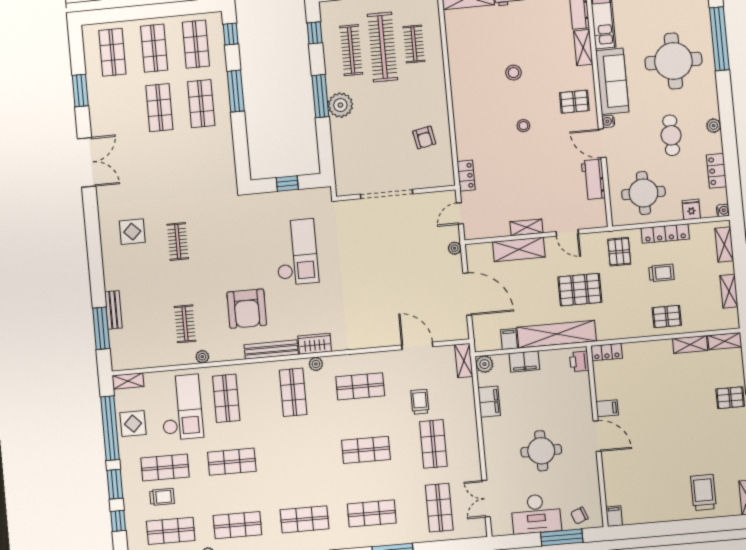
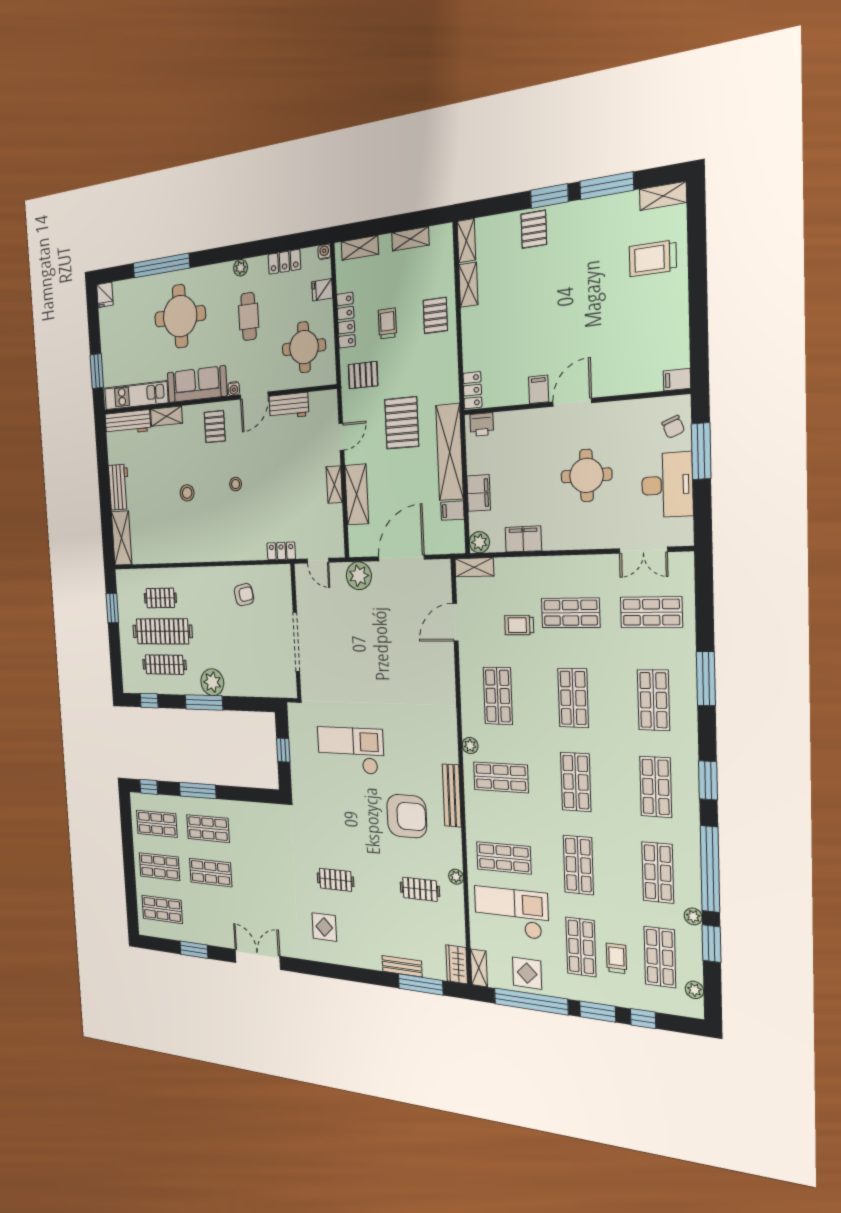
cafe table: (671, 135) -> (249, 316), turned 90
plant: (455, 248) -> (359, 576), width x1.87, depth x1.87
wardrobe: (315, 344) -> (457, 964), moved
shop shelf: (299, 456) -> (576, 782), added

